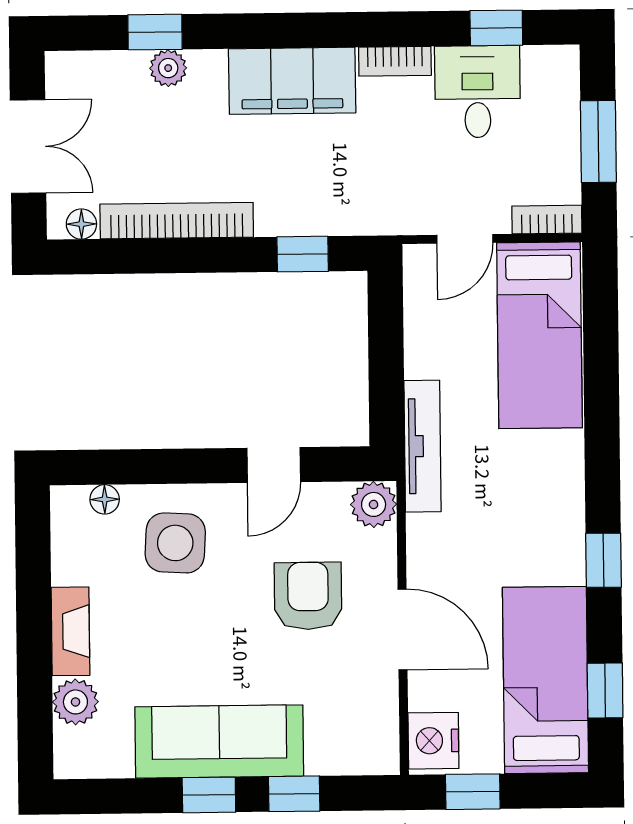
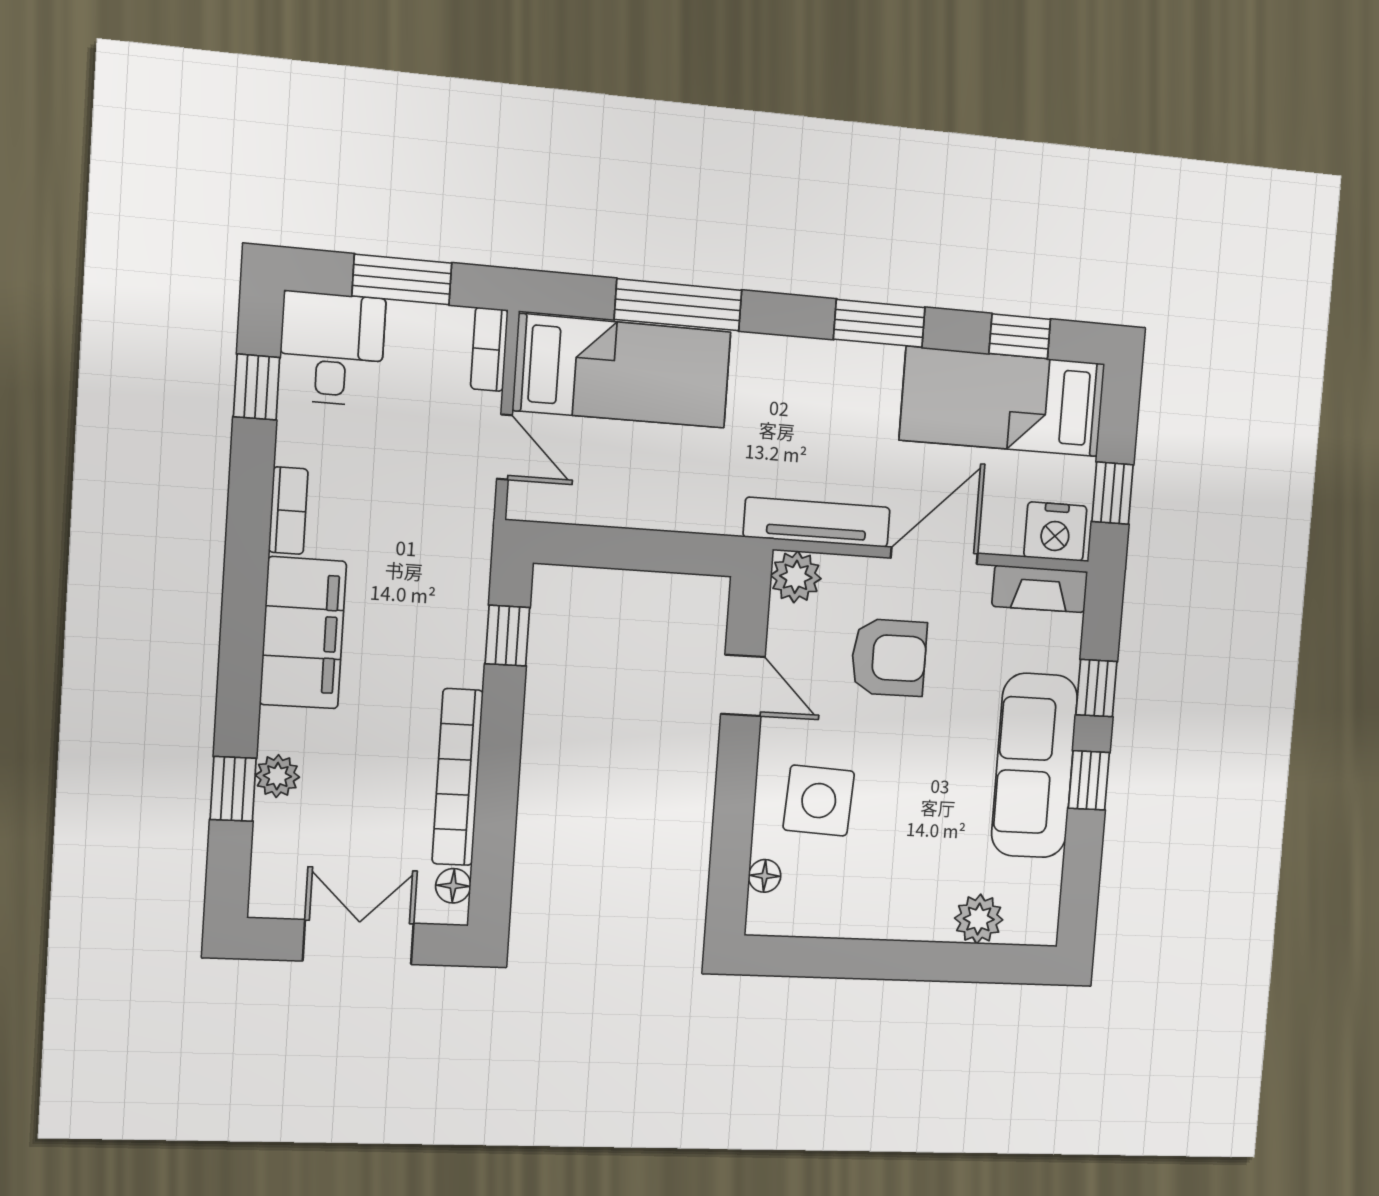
desk: (478, 92) -> (332, 349), moved, turned 90
window: (601, 379) -> (678, 305), added
tv unit: (423, 446) -> (817, 522), moved
window: (604, 560) -> (879, 323), width x1.50
armchair: (308, 596) -> (889, 658), turned 180
fireplace: (70, 631) -> (1040, 589), moved, turned 180

